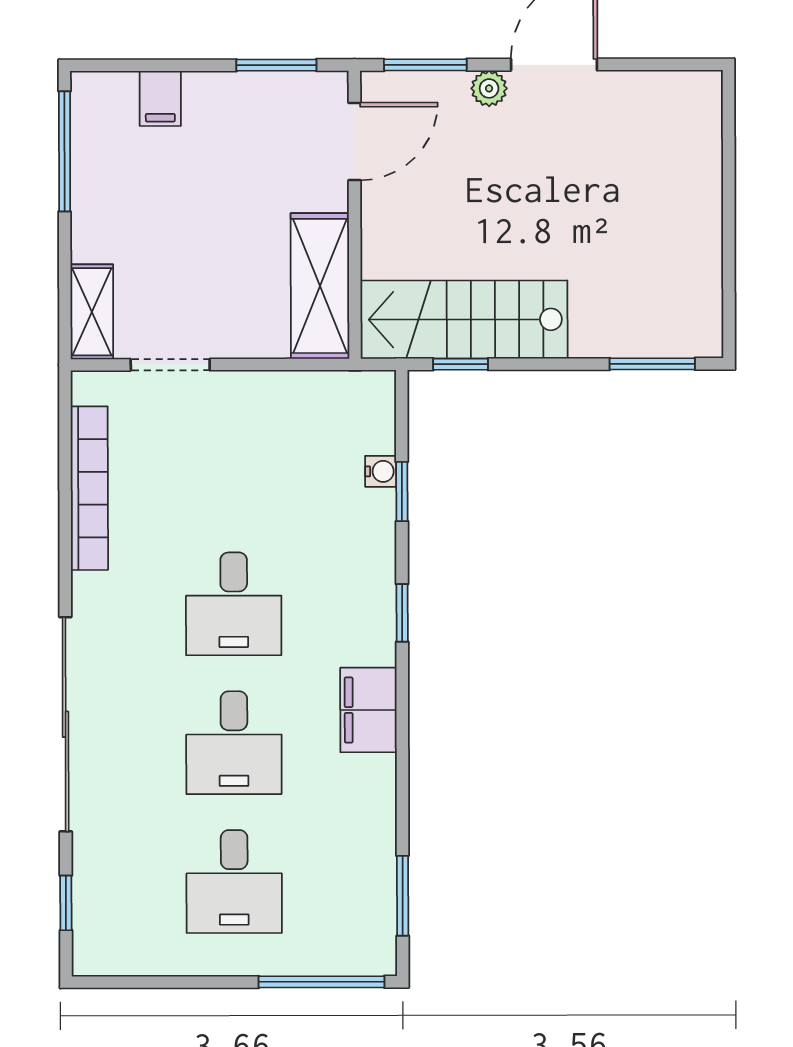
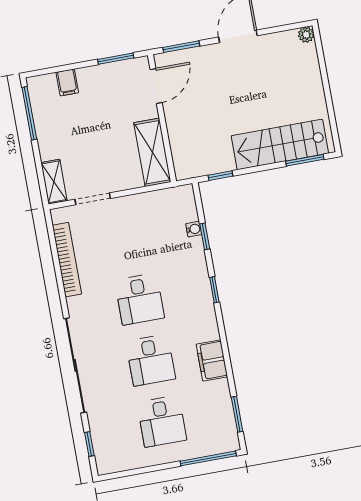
plant: (489, 88) -> (306, 35), moved
stairs: (464, 320) -> (280, 144), moved
filing cabinet: (368, 710) -> (212, 360), moved

